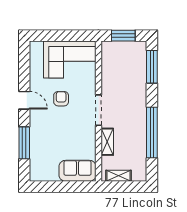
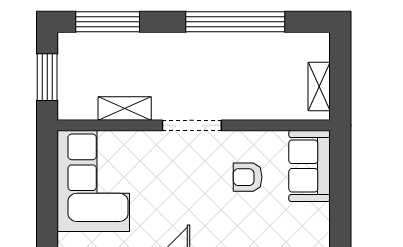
armchair: (61, 99) -> (248, 177), moved
shelving: (107, 142) -> (125, 108), moved

